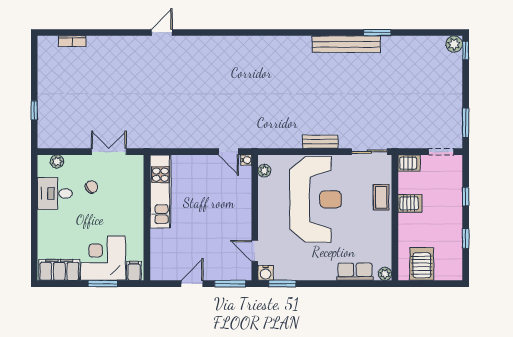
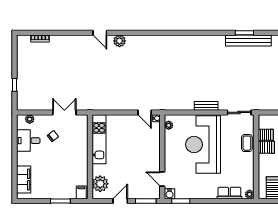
door: (162, 33) -> (100, 33), swing flipped
bench: (346, 44) -> (248, 40), moved
plant: (191, 45) -> (119, 41), added
server rack: (409, 163) -> (266, 135), moved
reception desk: (316, 199) -> (203, 145), turned 180
corner desk: (103, 258) -> (61, 184), removed
plant: (162, 258) -> (100, 184), added
filing cabinet: (59, 270) -> (24, 180), moved, turned 90

